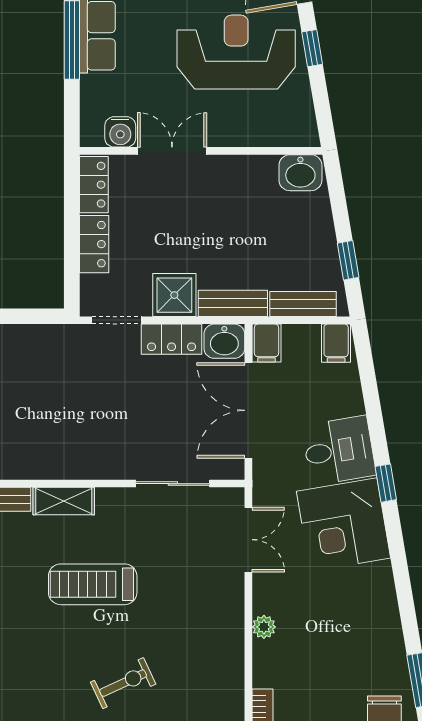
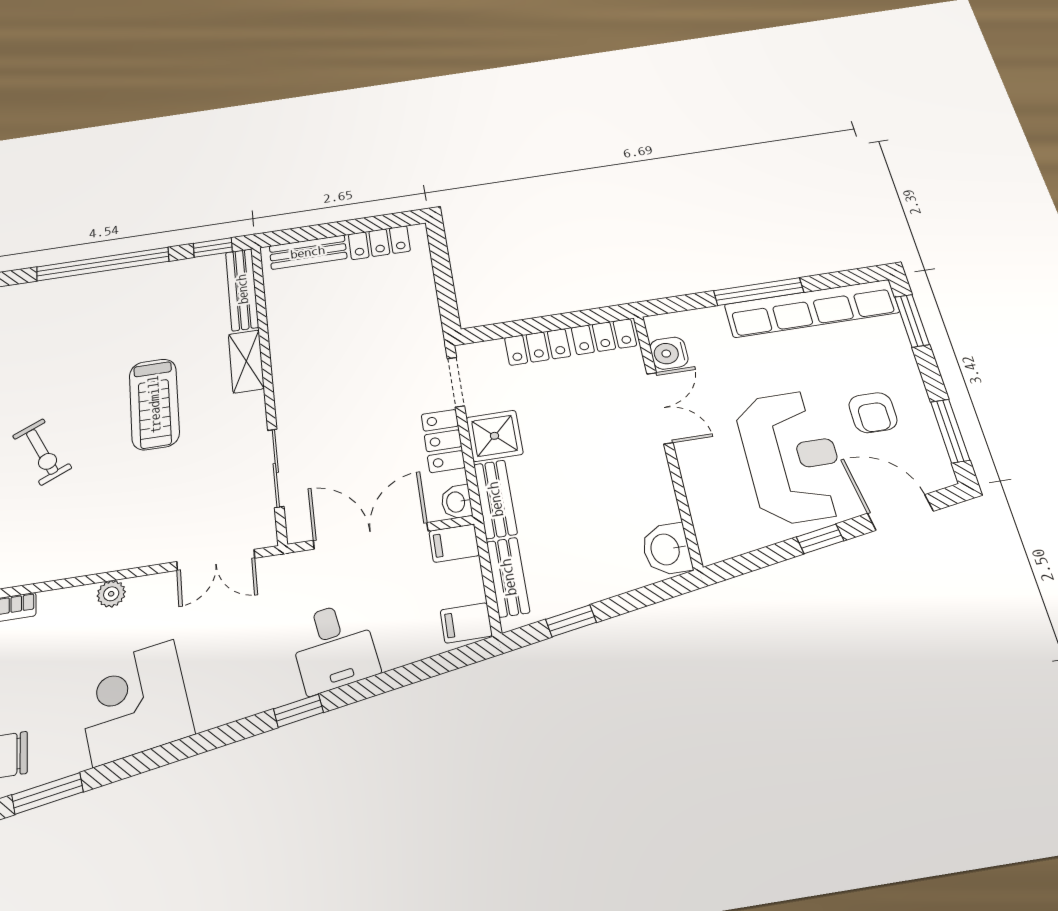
washbasin: (224, 341) -> (456, 502), width x0.72, depth x0.69
corner desk: (344, 525) -> (134, 702), moved
treadmill: (93, 584) -> (154, 404), turned 180

